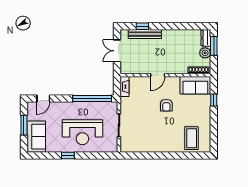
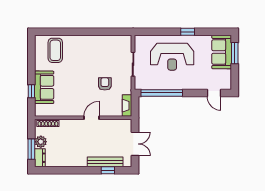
sofa: (195, 85) -> (44, 87), moved, turned 90
door: (43, 98) -> (214, 93), swing flipped
armchair: (166, 105) -> (105, 84), moved
window: (24, 125) -> (235, 53), moved
reception desk: (82, 132) -> (172, 57), turned 180

